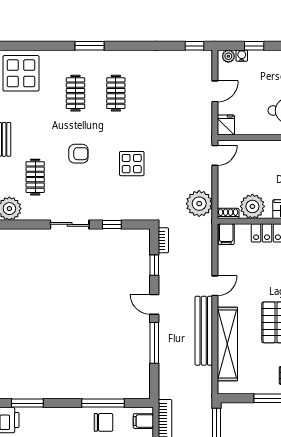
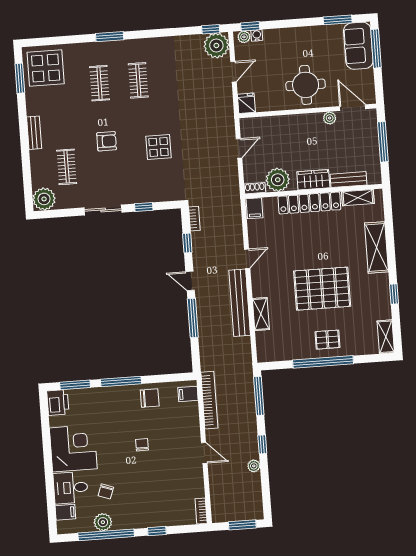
window: (254, 46) -> (250, 26), moved
door: (215, 155) -> (239, 148), moved
plant: (199, 204) -> (216, 45), moved
shelving: (227, 344) -> (261, 314), width x0.45, depth x0.75
window: (103, 403) -> (121, 382), moved

